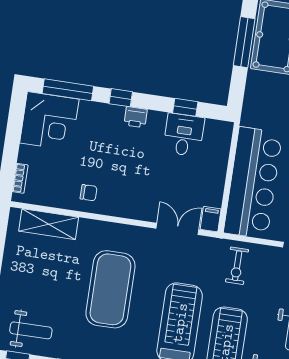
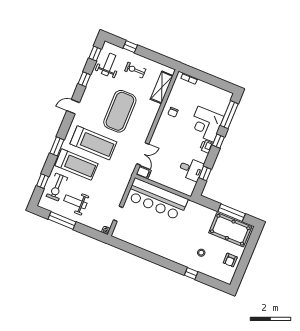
corner desk: (49, 121) -> (206, 124), moved
exercise bike: (237, 266) -> (135, 70), moved
exercise mat: (110, 289) -> (120, 111), turned 90
weight bench: (31, 330) -> (109, 65), turned 180

